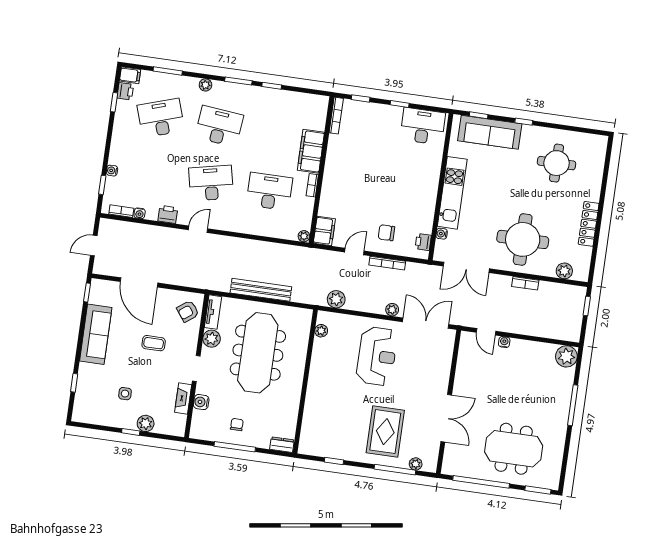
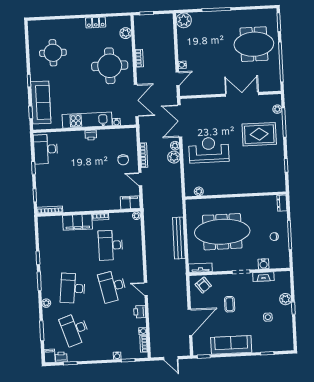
locker: (589, 224) -> (96, 22), width x0.66
printer: (423, 242) -> (91, 135), moved
plant: (336, 299) -> (174, 157), moved
plant: (212, 339) -> (219, 265), removed
meeting table: (514, 449) -> (254, 44), turned 90

